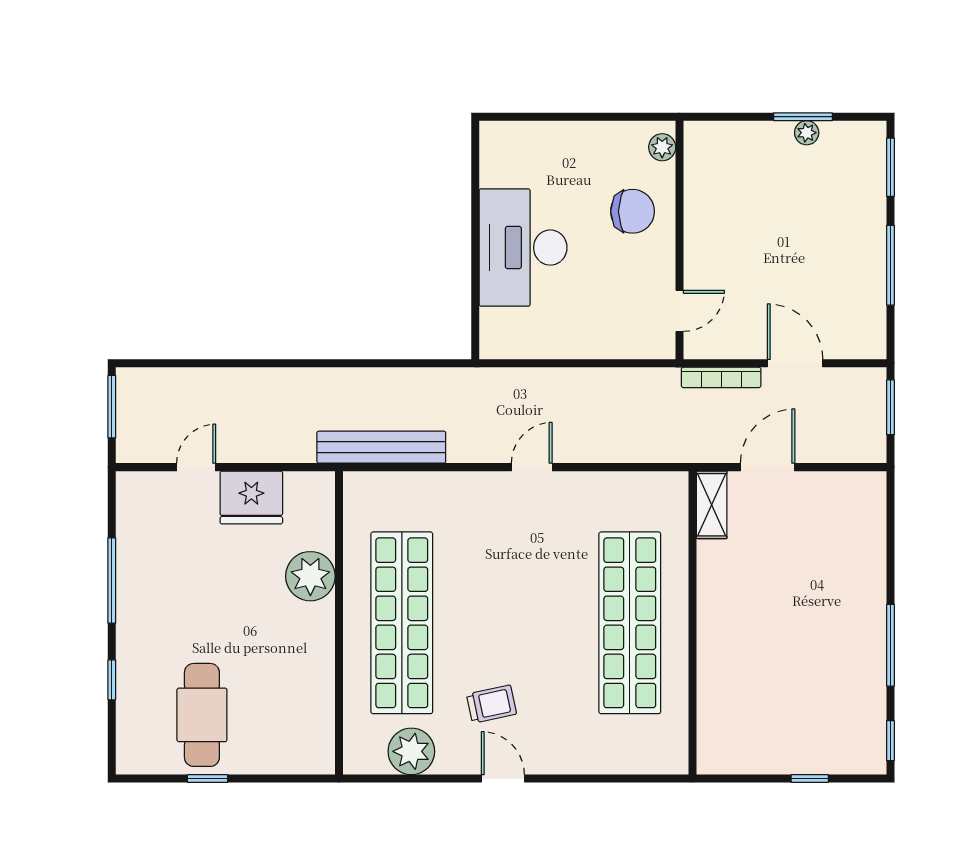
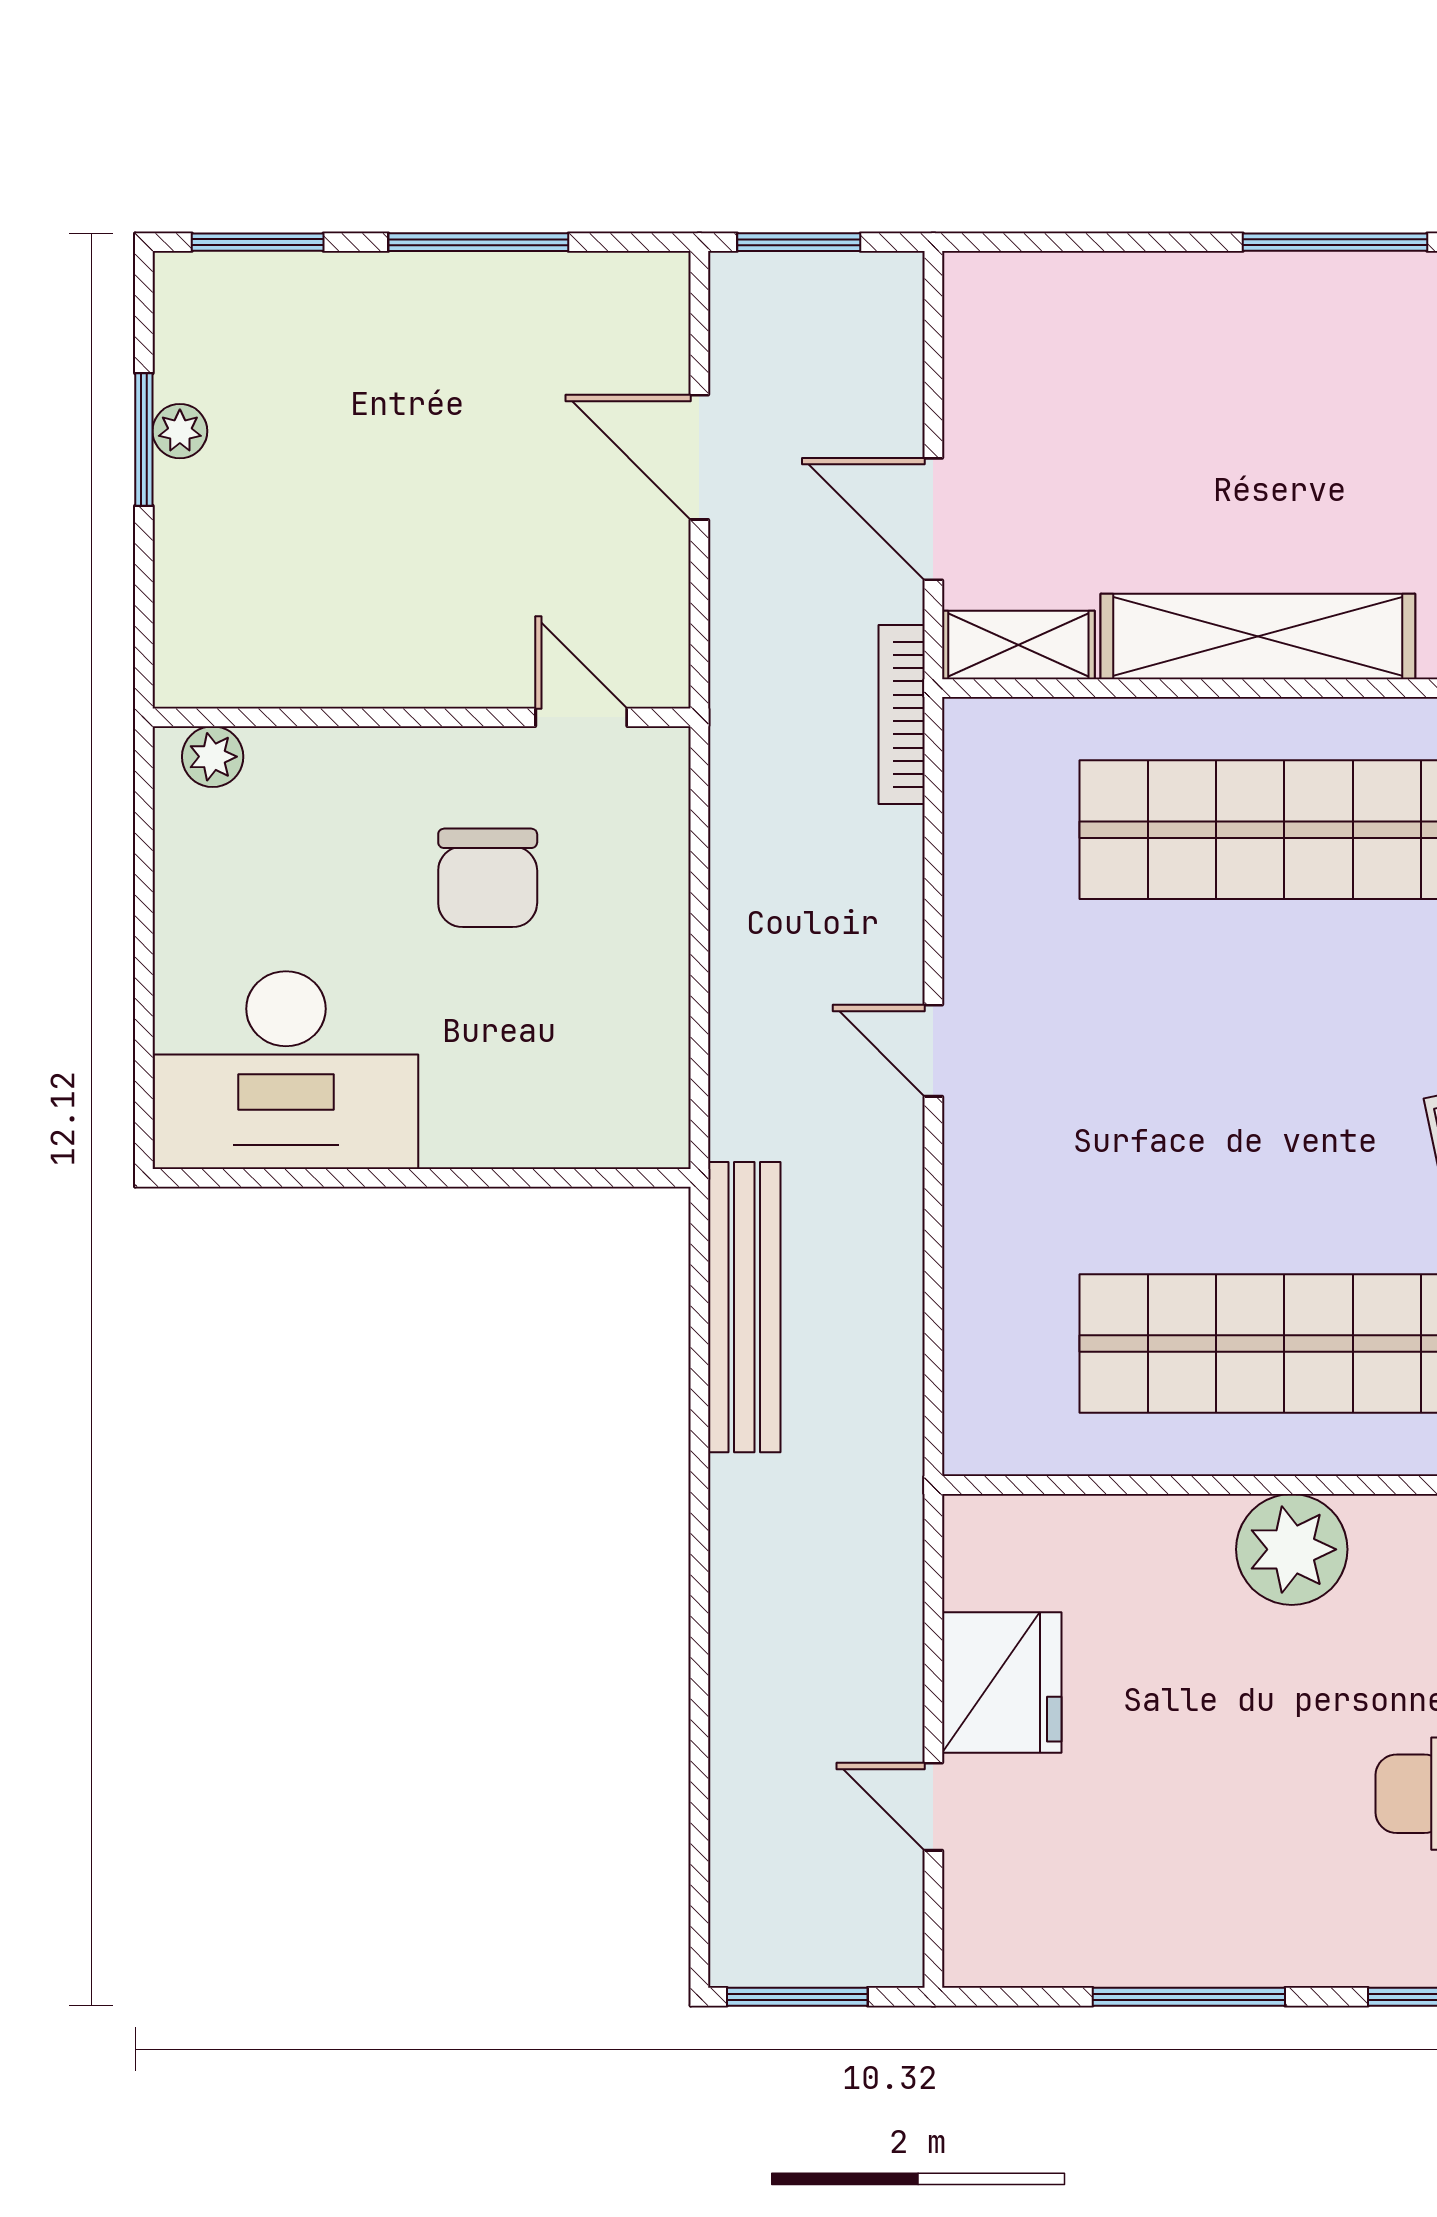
chair: (633, 211) -> (488, 878), moved, turned 180
desk: (523, 248) -> (286, 1070), moved
door: (795, 363) -> (699, 457), hinge flipped
bookcase: (721, 377) -> (902, 715), moved, turned 180
bench: (381, 447) -> (744, 1307), moved
plant: (310, 576) -> (1292, 1549), moved
shelving: (715, 611) -> (1258, 636), added

